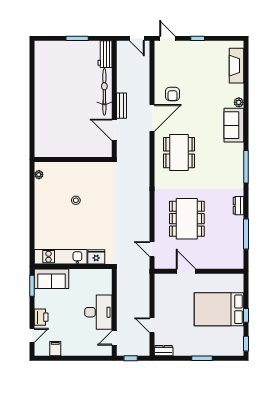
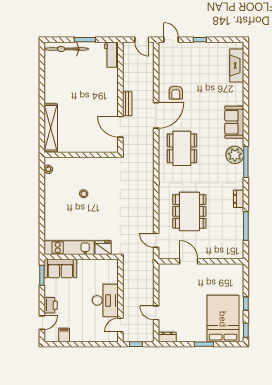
bicycle: (104, 92) -> (67, 49), moved, turned -90
plant: (239, 102) -> (235, 155), moved, width x1.87, depth x1.87
shelving: (41, 131) -> (51, 128), added
bed: (219, 309) -> (223, 319), moved, turned 90

